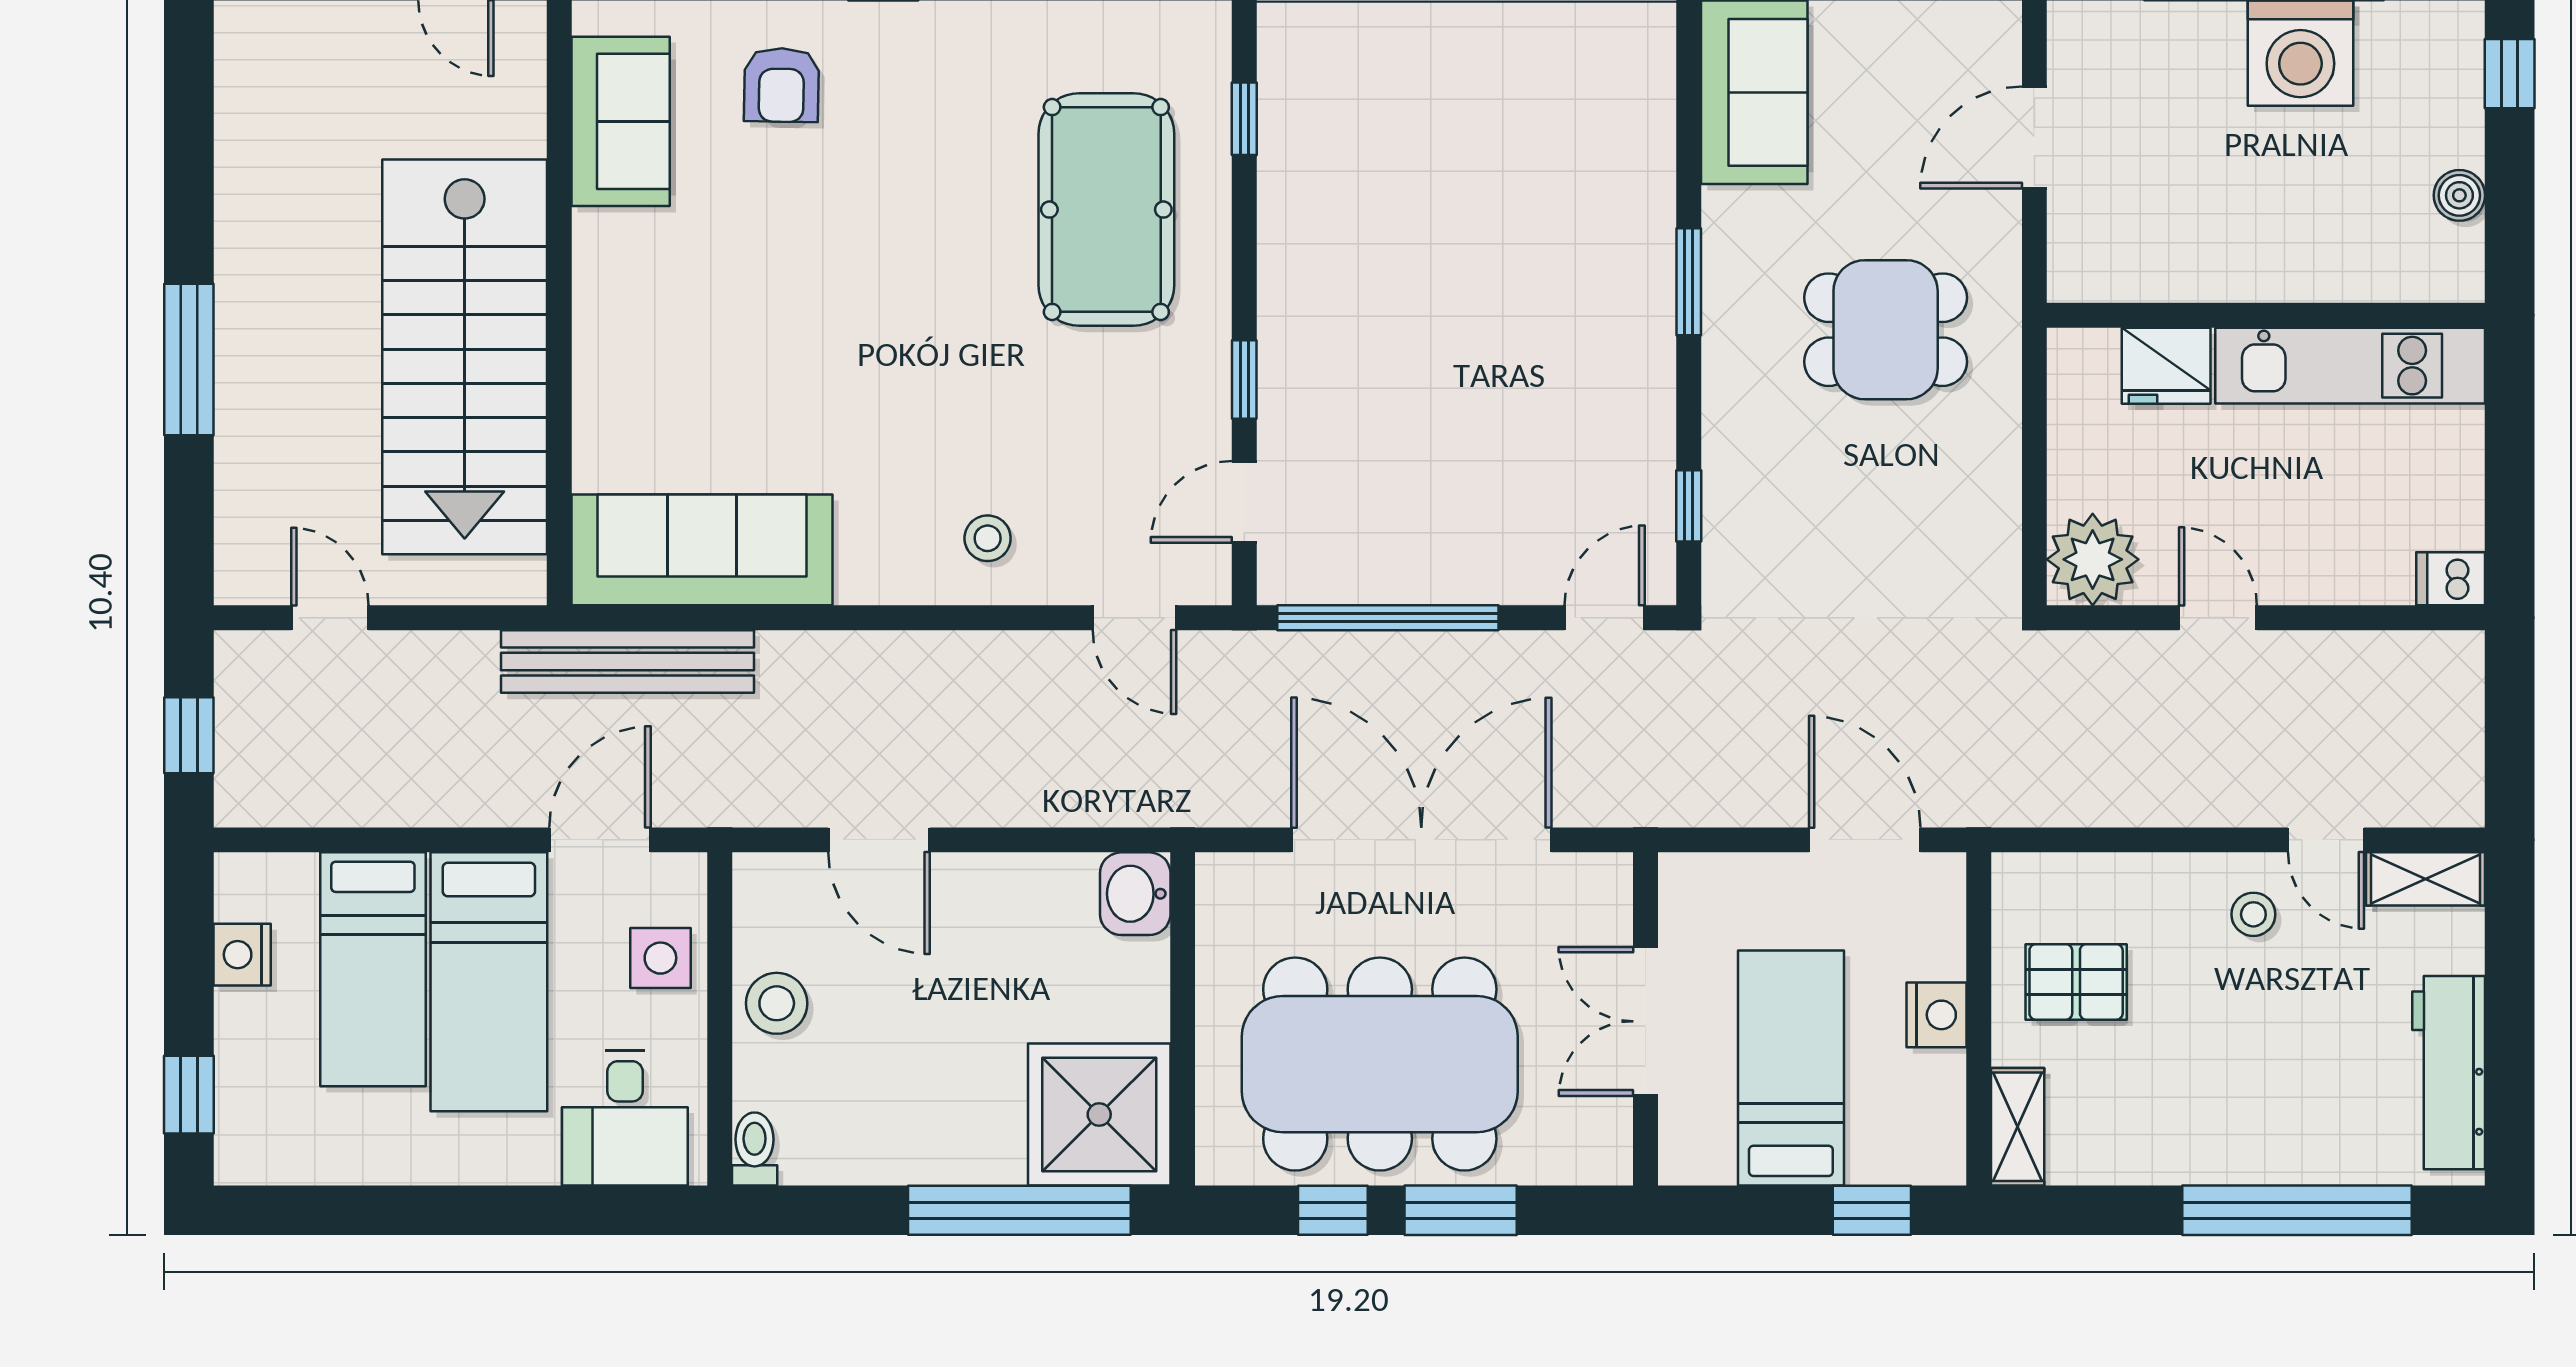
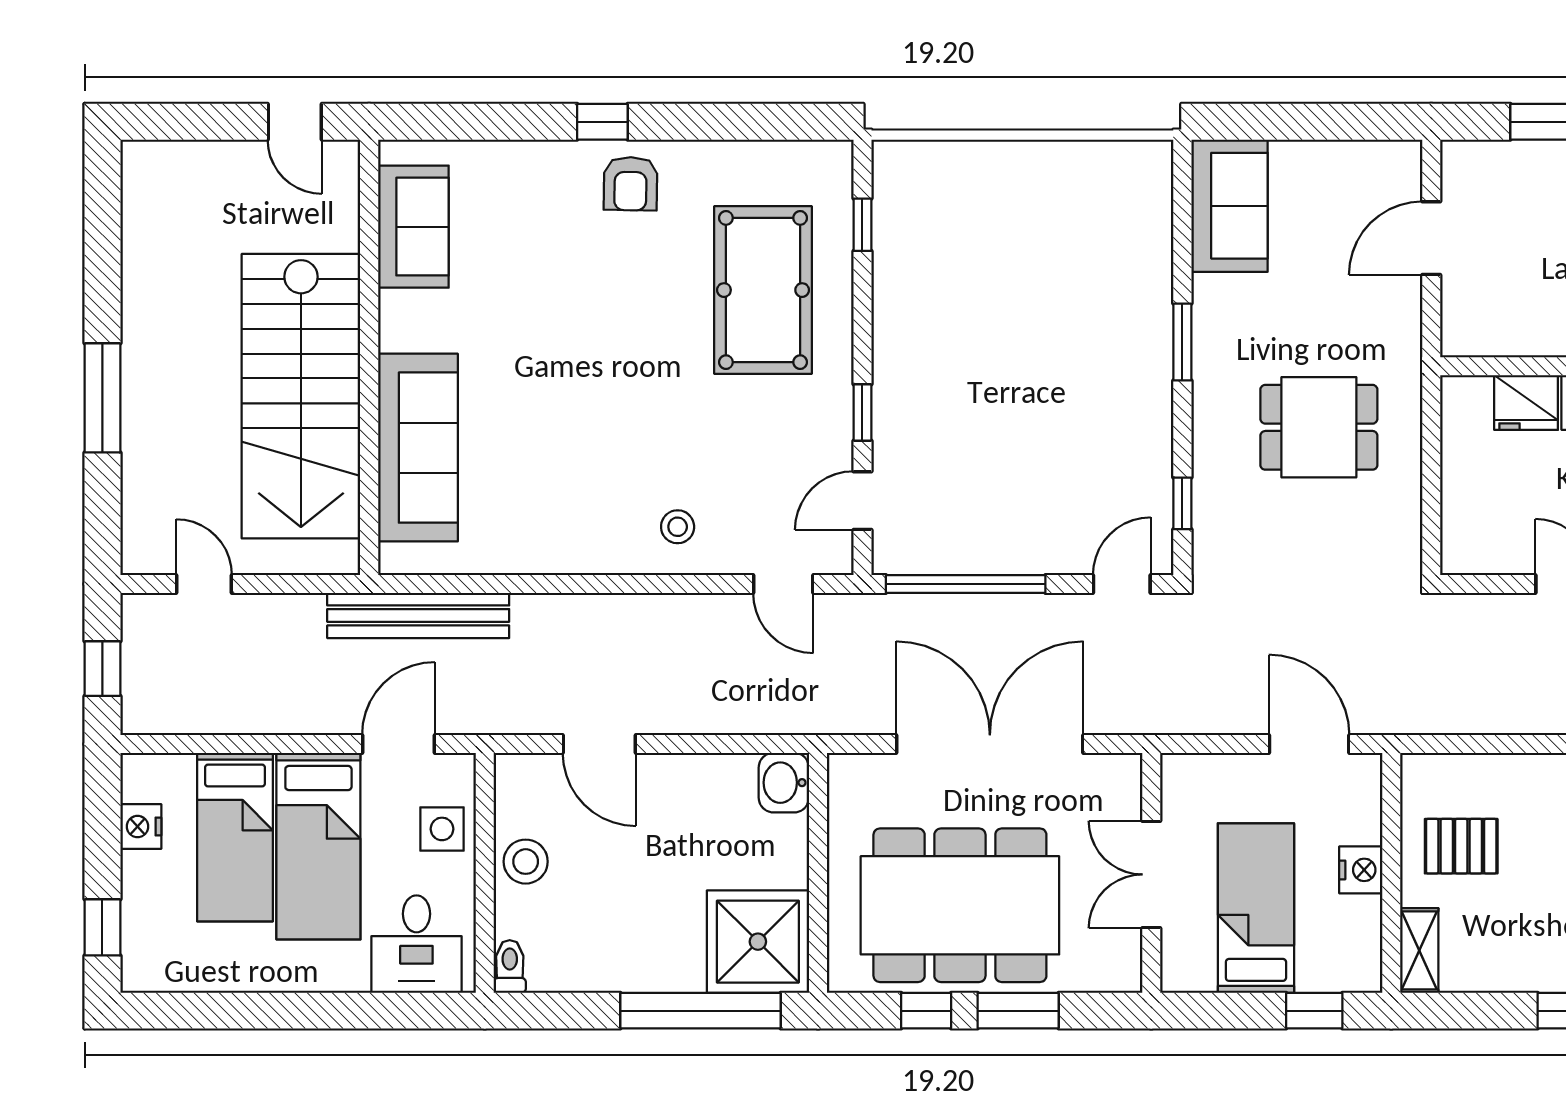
armchair: (781, 85) -> (630, 184), moved
dining table: (1886, 330) -> (1319, 427), moved
sofa: (702, 550) -> (418, 448), moved, turned 90
plant: (2093, 559) -> (1473, 542), removed

